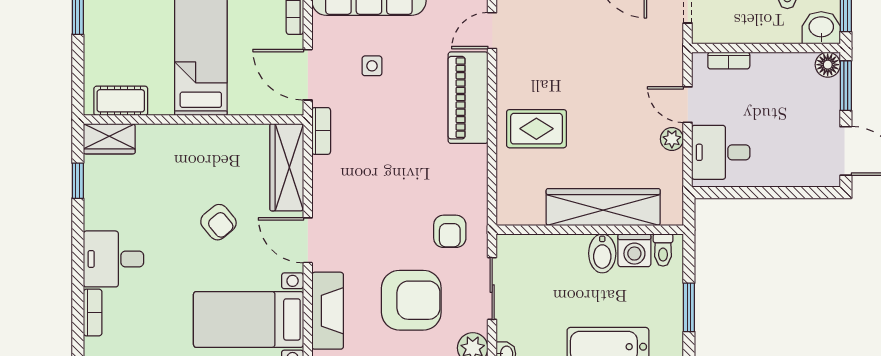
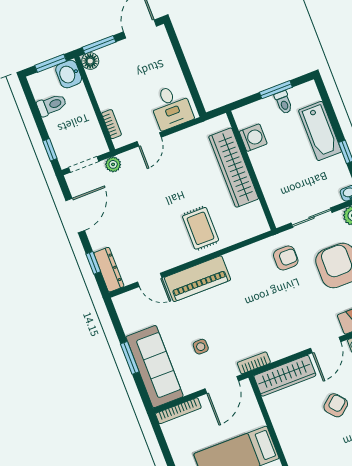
plant: (672, 139) -> (113, 164), moved
toilet: (663, 250) -> (283, 102), moved, turned 90
bidet: (602, 253) -> (263, 157), removed

